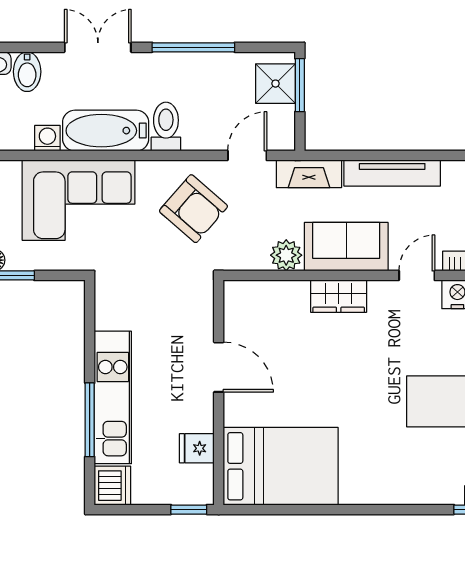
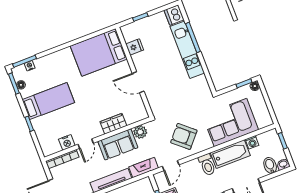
door: (219, 367) -> (138, 82), moved
wall: (219, 392) -> (134, 72), moved
fridge: (197, 448) -> (135, 47), moved
bed: (281, 466) -> (99, 52), moved

